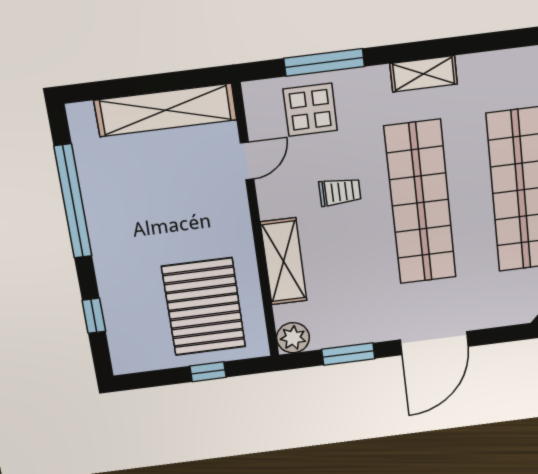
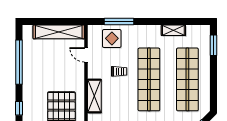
shelving: (424, 74) -> (173, 30), moved
door: (247, 161) -> (86, 55), swing flipped

